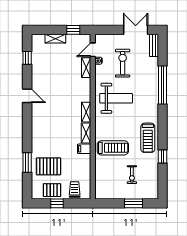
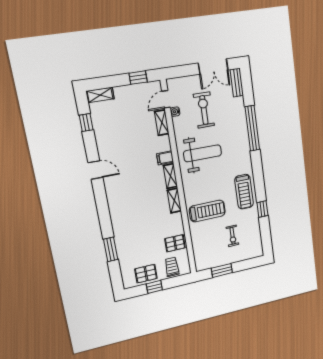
double door: (136, 30) -> (213, 67), swing flipped
shelving: (55, 39) -> (100, 95), moved
filing cabinet: (84, 149) -> (165, 158), moved
pallet: (49, 166) -> (175, 243), moved, width x0.67, depth x0.71
window: (133, 203) -> (222, 270), moved

